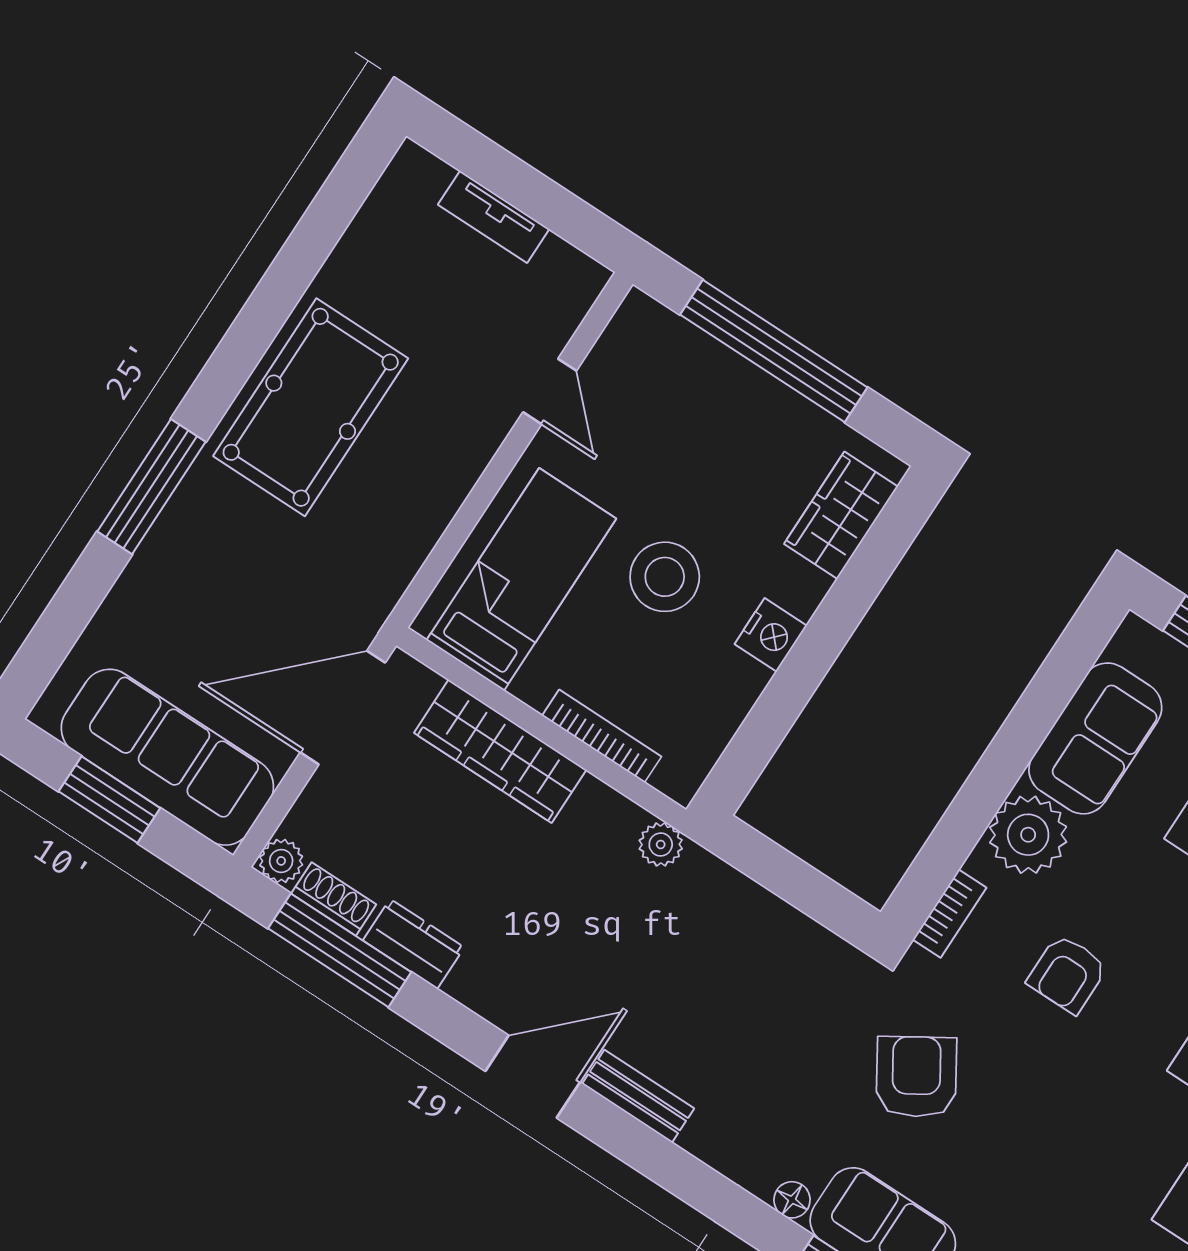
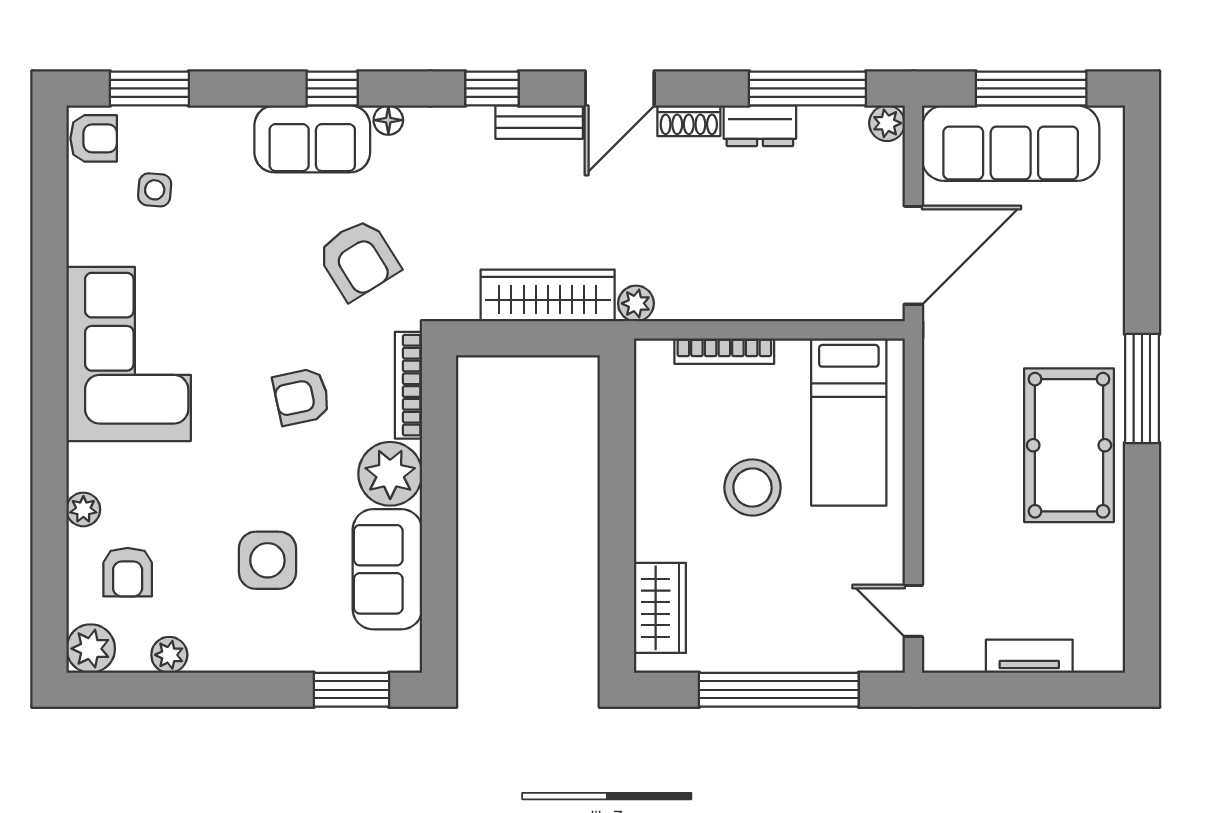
door: (550, 391) -> (913, 611), moved
window: (151, 487) -> (1142, 388), moved
nightstand: (771, 635) -> (654, 495), removed
wardrobe: (500, 751) -> (548, 295), moved
window: (109, 800) -> (1031, 88), width x1.44
shoe rack: (334, 899) -> (689, 121), moved
bookcase: (950, 914) -> (408, 385), width x1.56
armchair: (1067, 974) -> (301, 397), turned -102
window: (664, 1163) -> (492, 88), added

